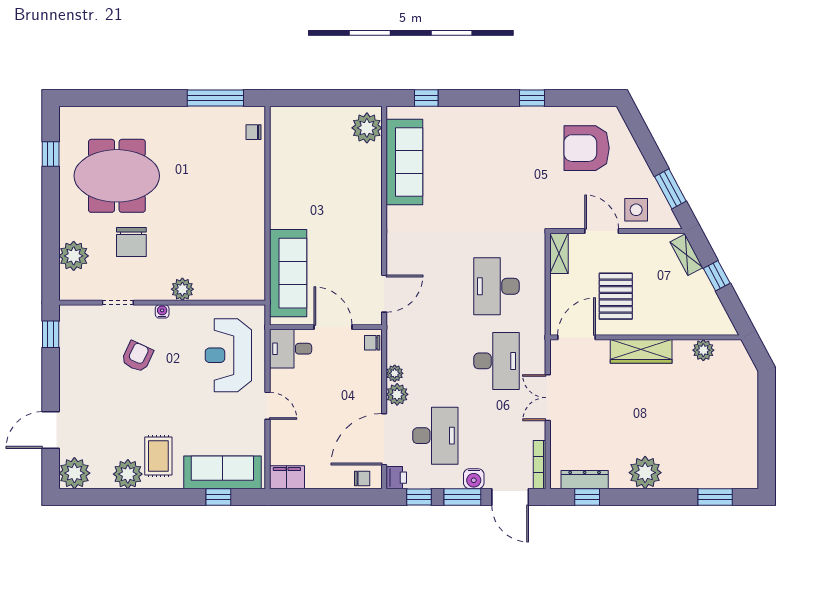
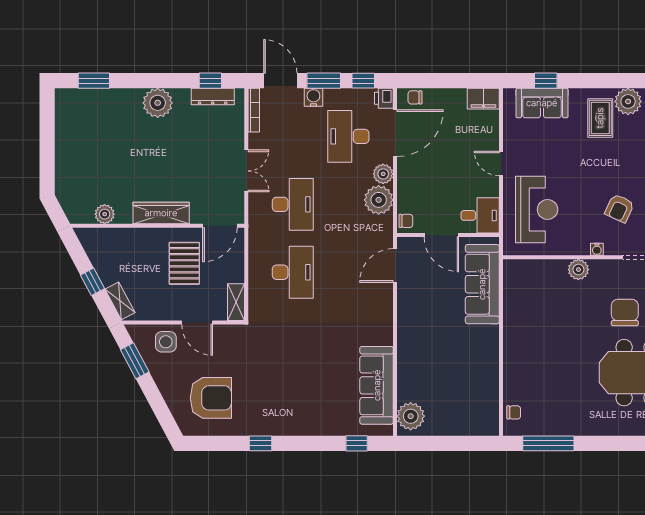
desk: (497, 361) -> (293, 204), turned 180
plant: (395, 373) -> (379, 200), width x1.87, depth x1.87
sofa: (222, 472) -> (542, 103), width x0.73

